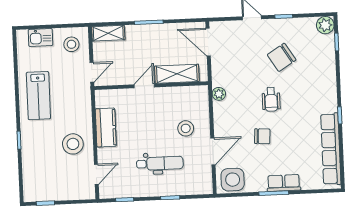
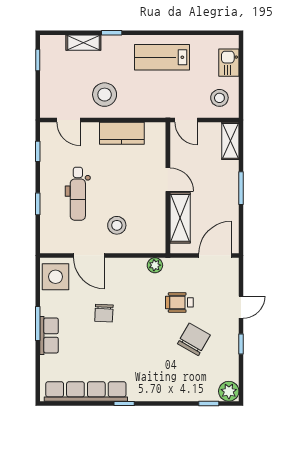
chair: (282, 57) -> (194, 339), turned 62
wheelchair: (271, 99) -> (179, 302), moved
shelving: (29, 164) -> (83, 43), added

